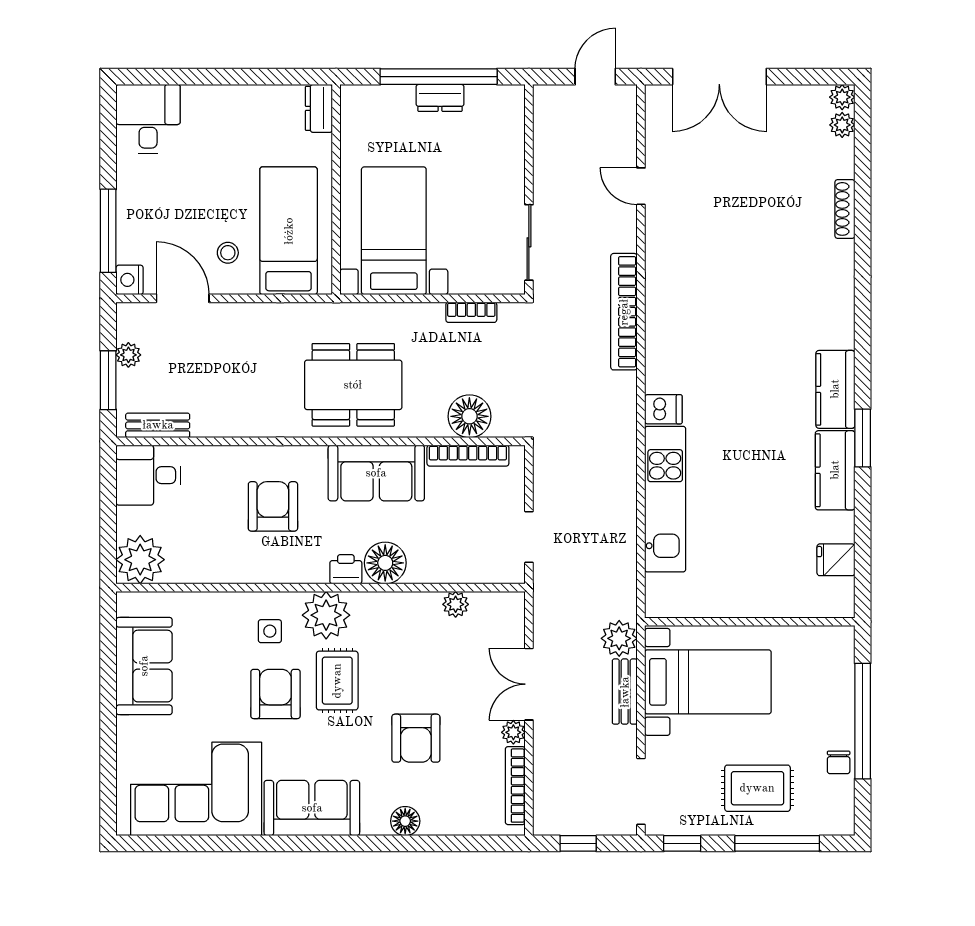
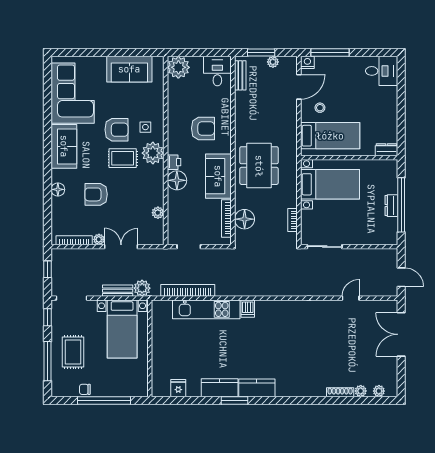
plant: (842, 97) -> (361, 391), moved
bookcase: (624, 312) -> (188, 290), moved

